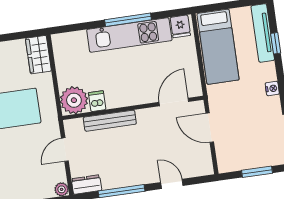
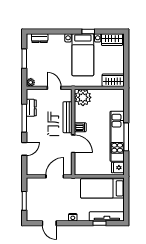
dishwasher: (97, 101) -> (80, 127), moved
door: (174, 102) -> (73, 144), moved
dresser: (87, 185) -> (31, 108), moved

